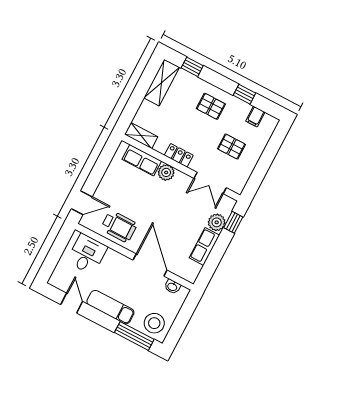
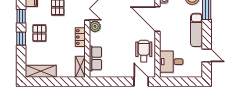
window: (192, 67) -> (21, 39), moved
plant: (166, 172) -> (95, 26), moved
door: (150, 265) -> (158, 19), hinge flipped
door: (72, 303) -> (207, 55), swing flipped

